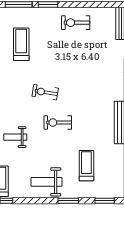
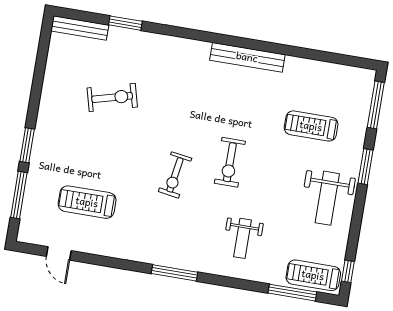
exercise bike: (76, 23) -> (112, 97), moved, turned -105
window: (105, 201) -> (376, 105), width x1.44

